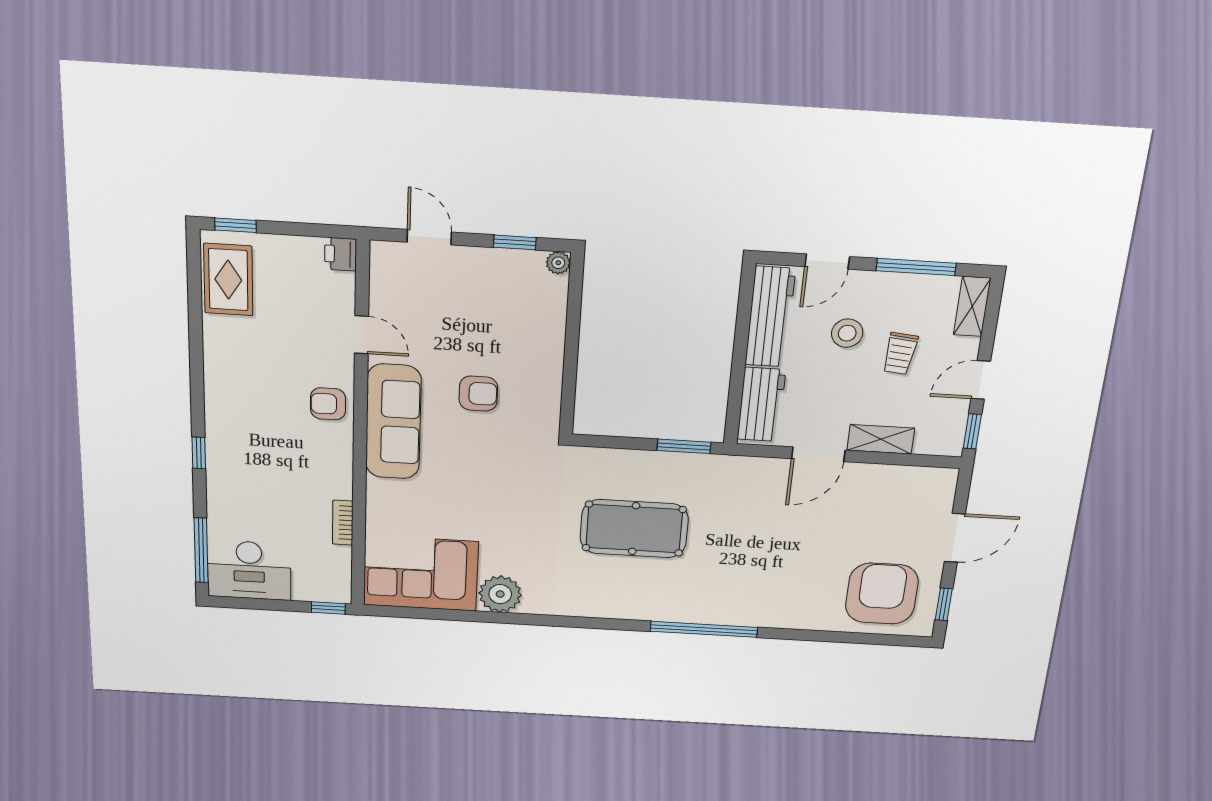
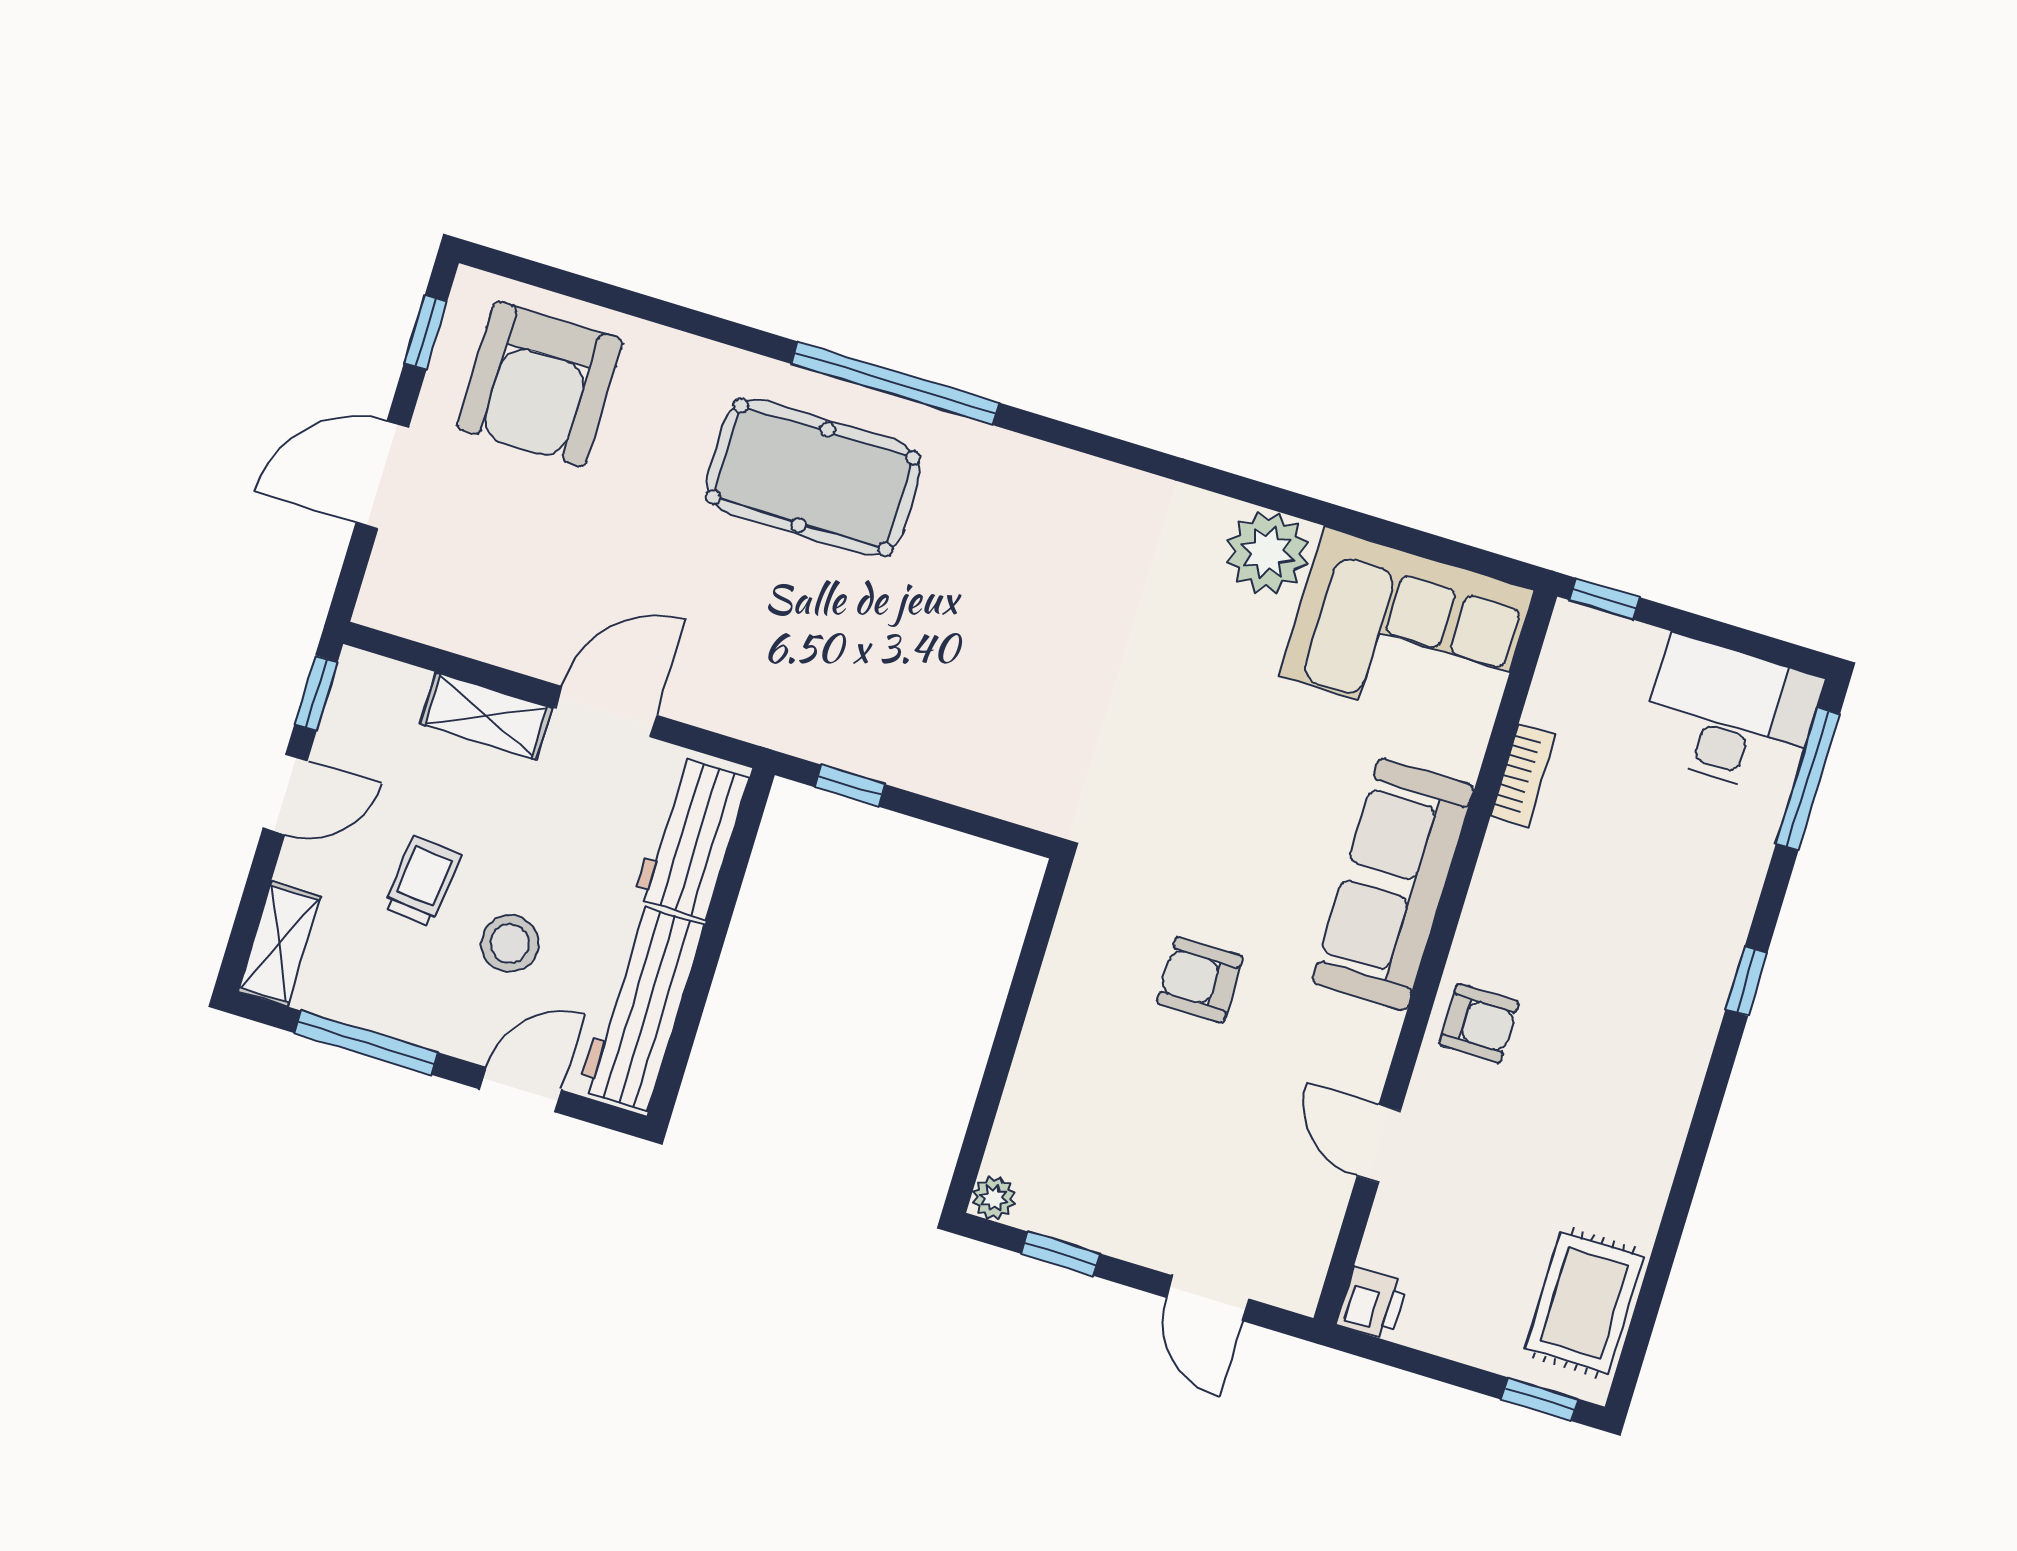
sofa: (393, 422) -> (1393, 884), moved
window: (684, 446) -> (850, 786), width x0.67
pool table: (634, 529) -> (813, 477), moved

